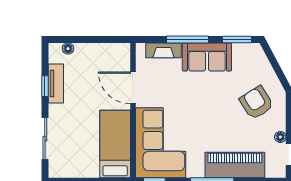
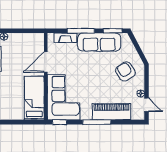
sofa: (207, 57) -> (99, 42), width x1.36
door: (133, 88) -> (46, 62), hinge flipped

